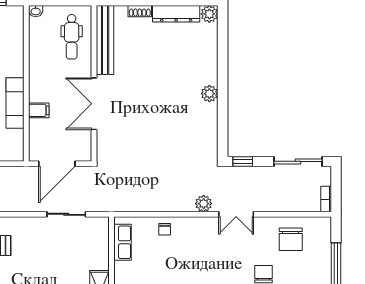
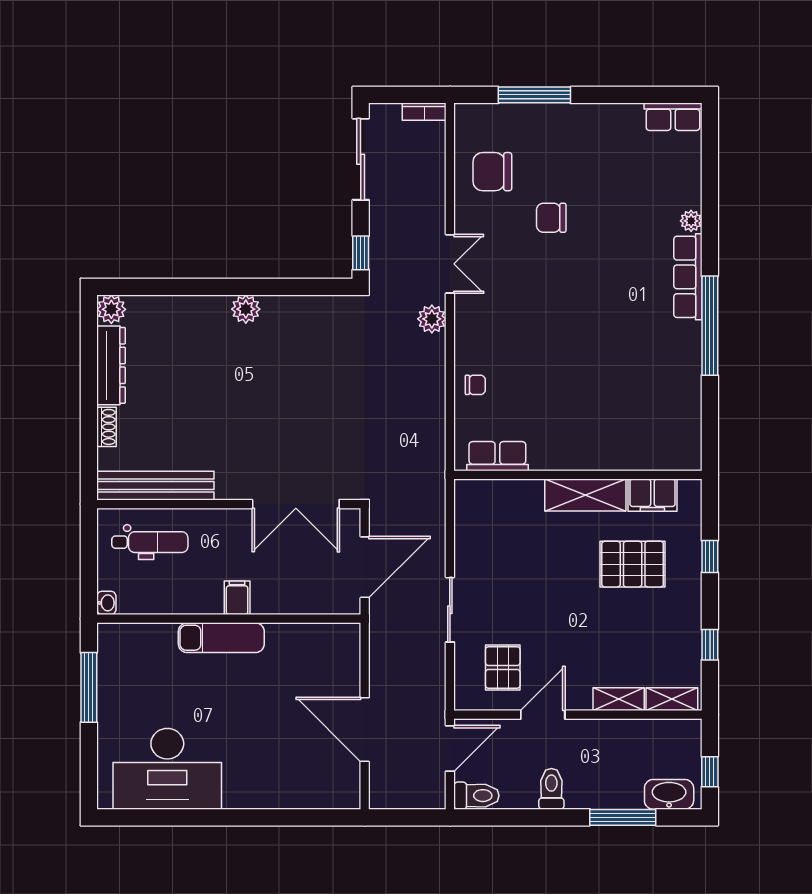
exam couch: (15, 103) -> (221, 638), moved
double door: (94, 104) -> (296, 504), moved
filing cabinet: (39, 110) -> (237, 598), moved
door: (57, 164) -> (365, 567), hinge flipped
sliding door: (66, 214) -> (450, 610), moved
chair: (291, 239) -> (492, 172), turned 180

